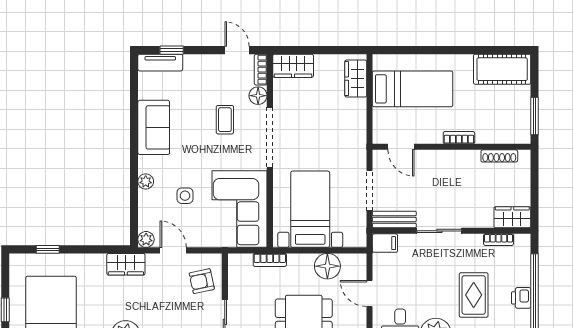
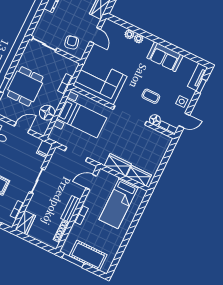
wardrobe: (293, 66) -> (118, 165), moved, turned 90
cot: (502, 69) -> (88, 255), moved, turned 90
side table: (185, 196) -> (182, 101), moved
bench: (394, 220) -> (71, 209), moved
plant: (146, 239) -> (129, 34), moved
door: (173, 250) -> (95, 35), hinge flipped

